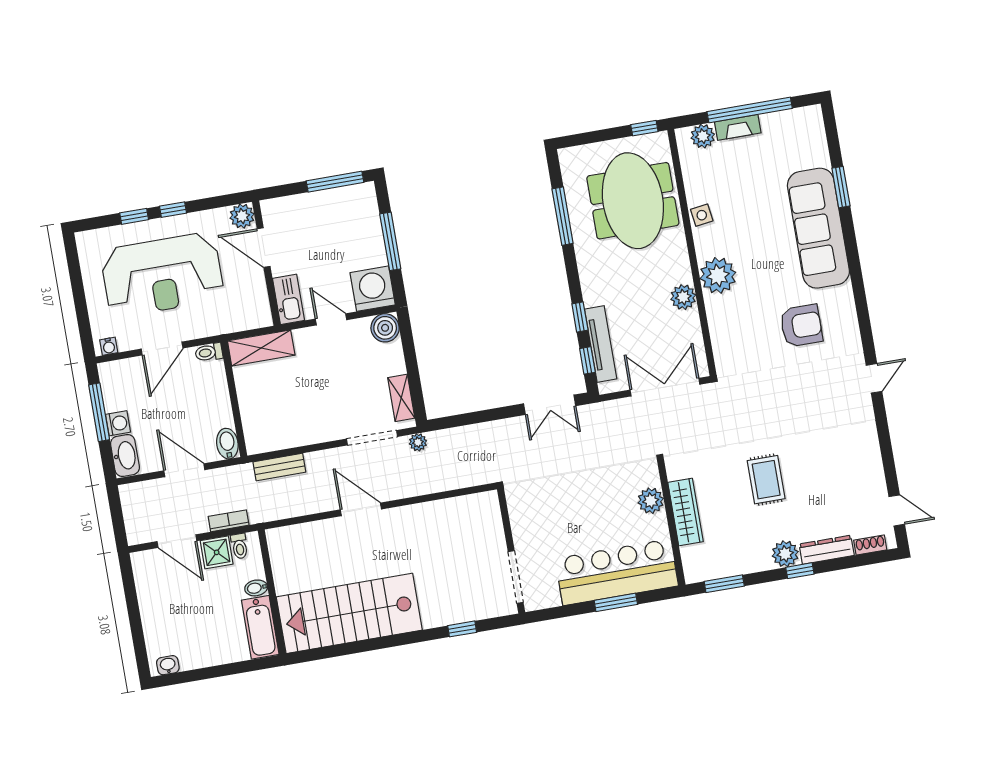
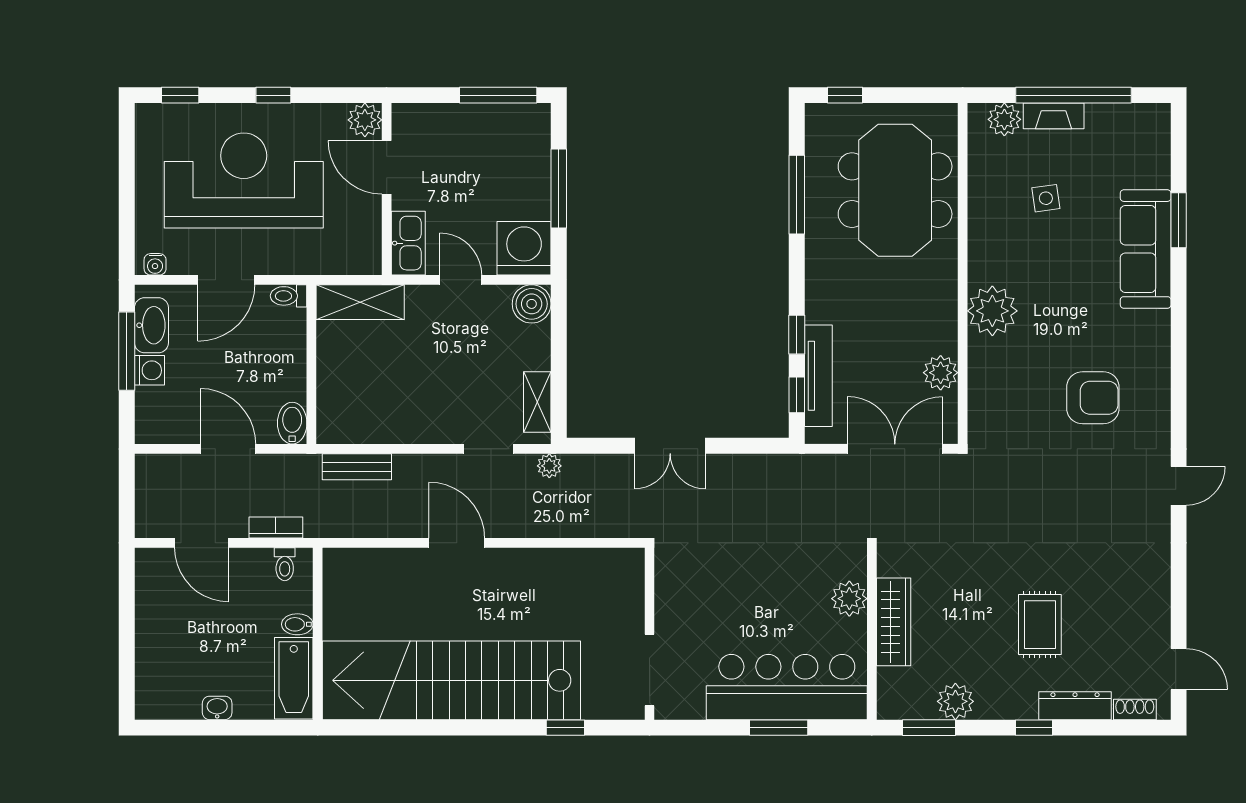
window: (644, 128) -> (845, 95), moved
side table: (702, 215) -> (1046, 198), moved
window: (134, 216) -> (180, 95), moved
sofa: (818, 228) -> (1146, 249), width x0.74, depth x0.79
reception desk: (162, 275) -> (244, 180), turned 180
plant: (683, 297) -> (941, 373), moved
double door: (550, 405) -> (670, 446), moved
doorway: (372, 438) -> (488, 449), width x0.73
washbasin: (125, 456) -> (151, 325), moved
rug: (766, 480) -> (1040, 625), moved
shower: (217, 552) -> (252, 567), removed
plant: (785, 554) -> (955, 701), moved
stairs: (349, 613) -> (451, 680), width x1.36
washbasin: (168, 665) -> (217, 708), moved

